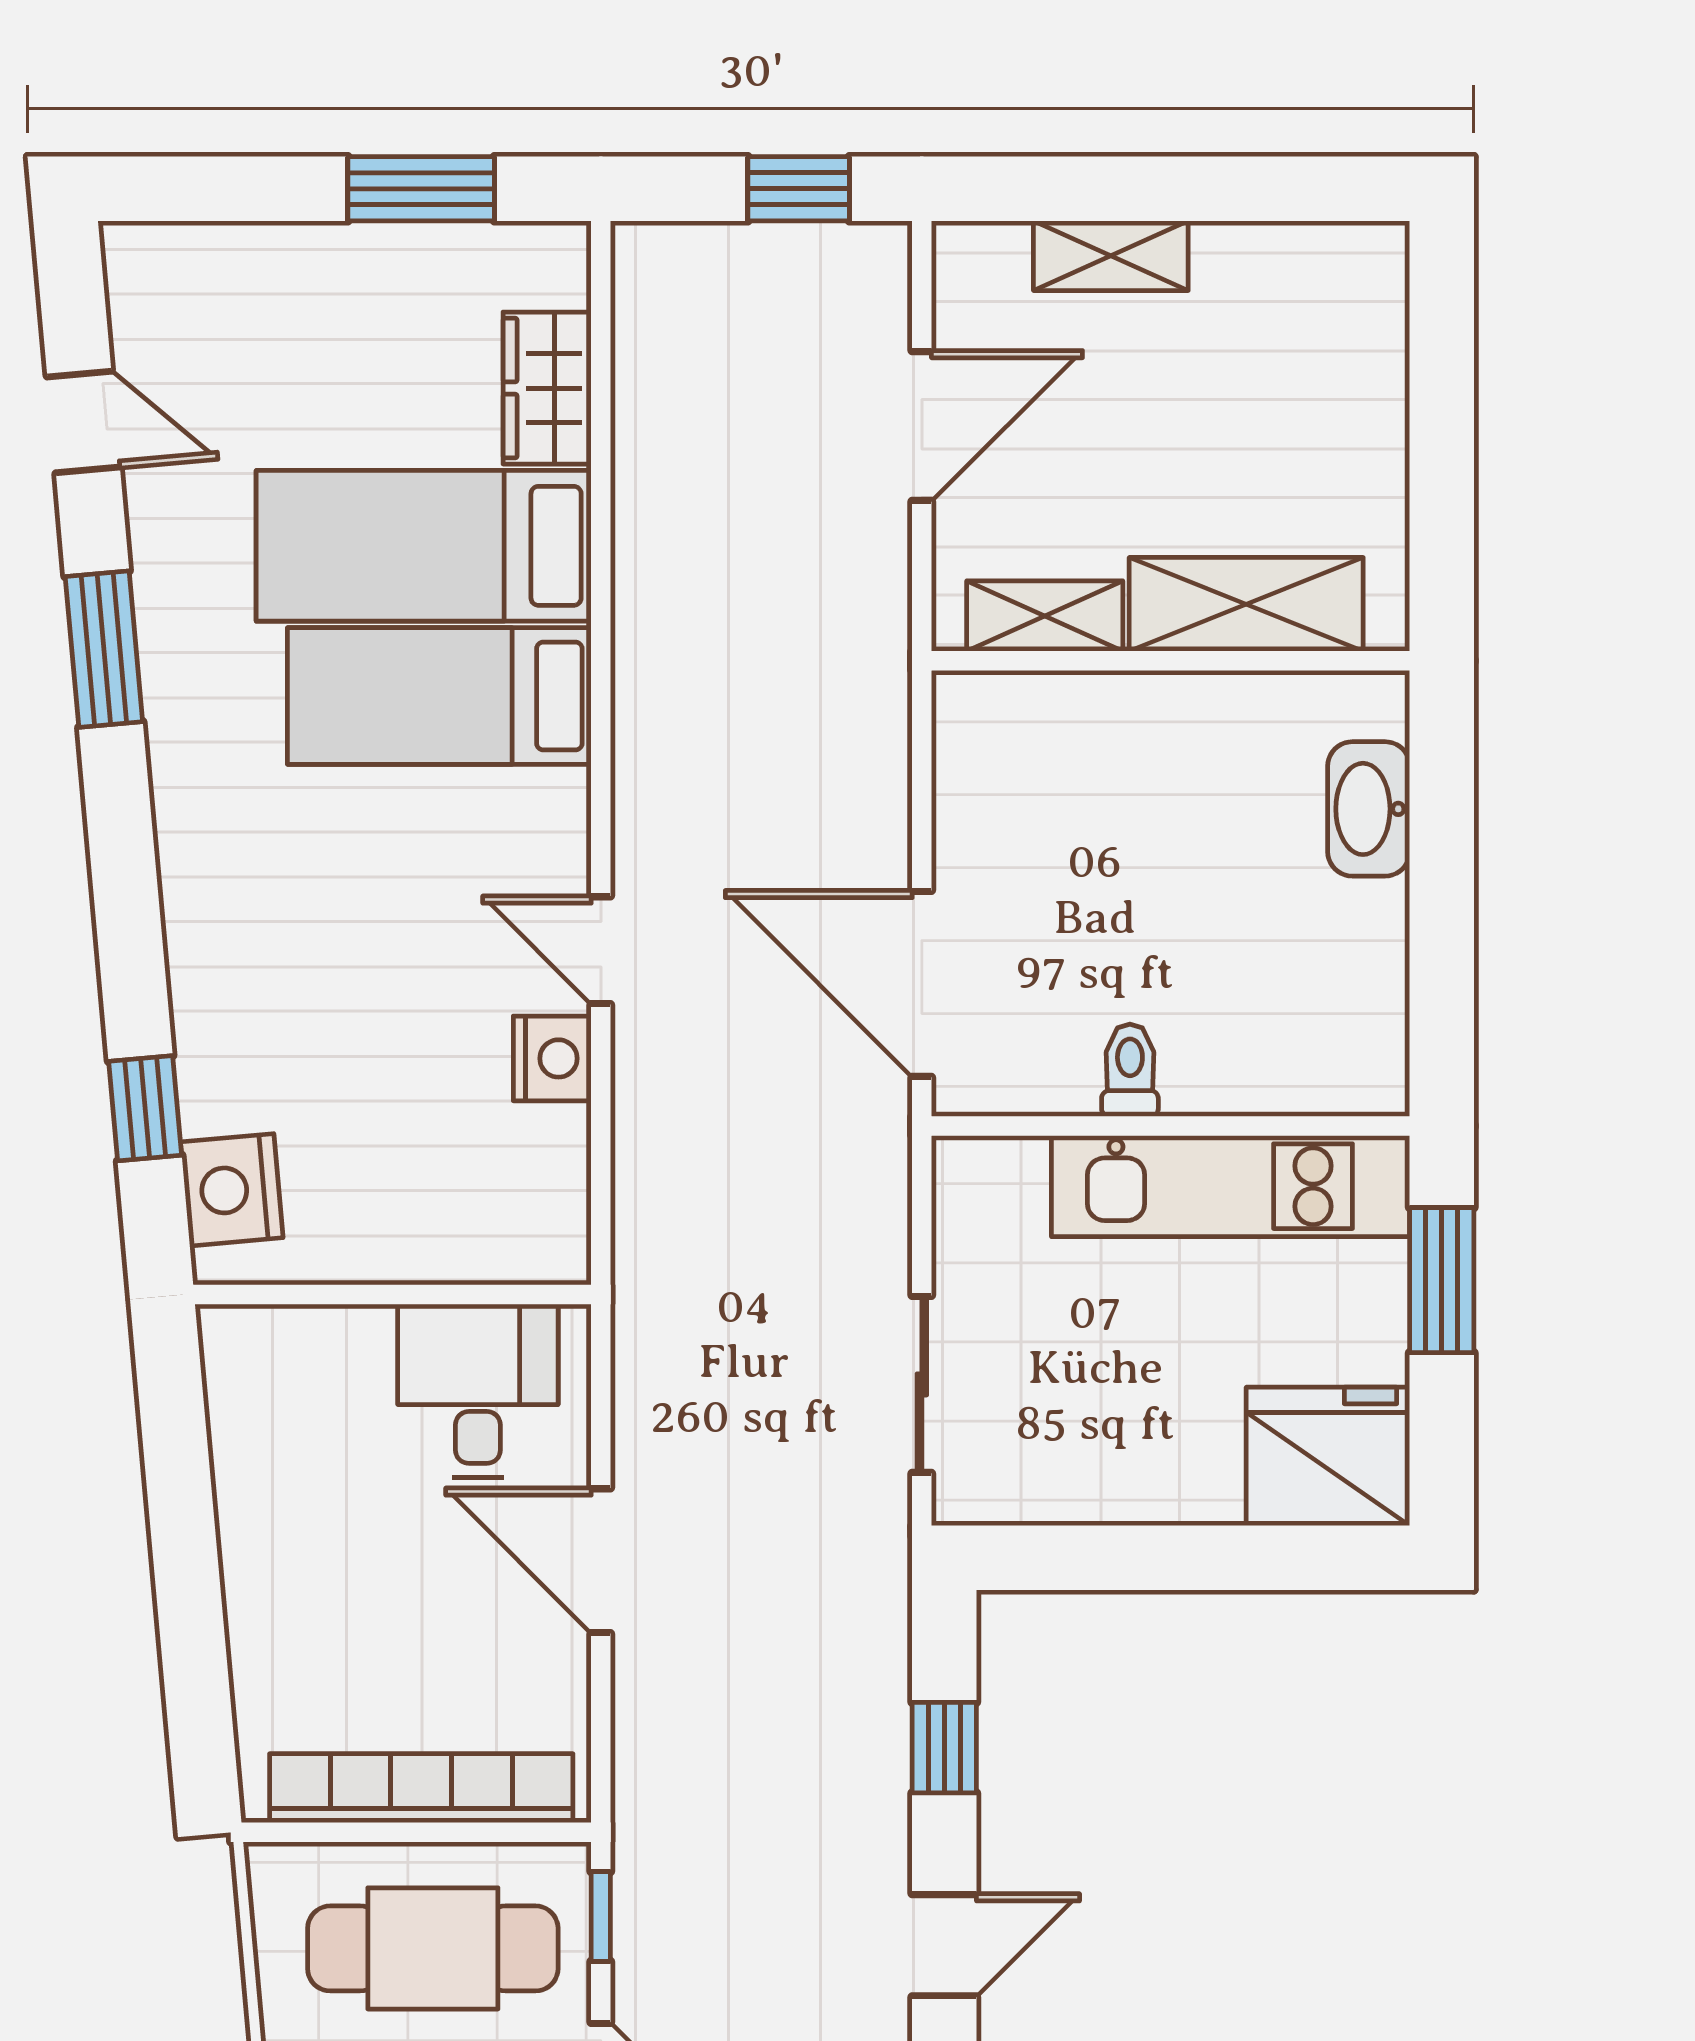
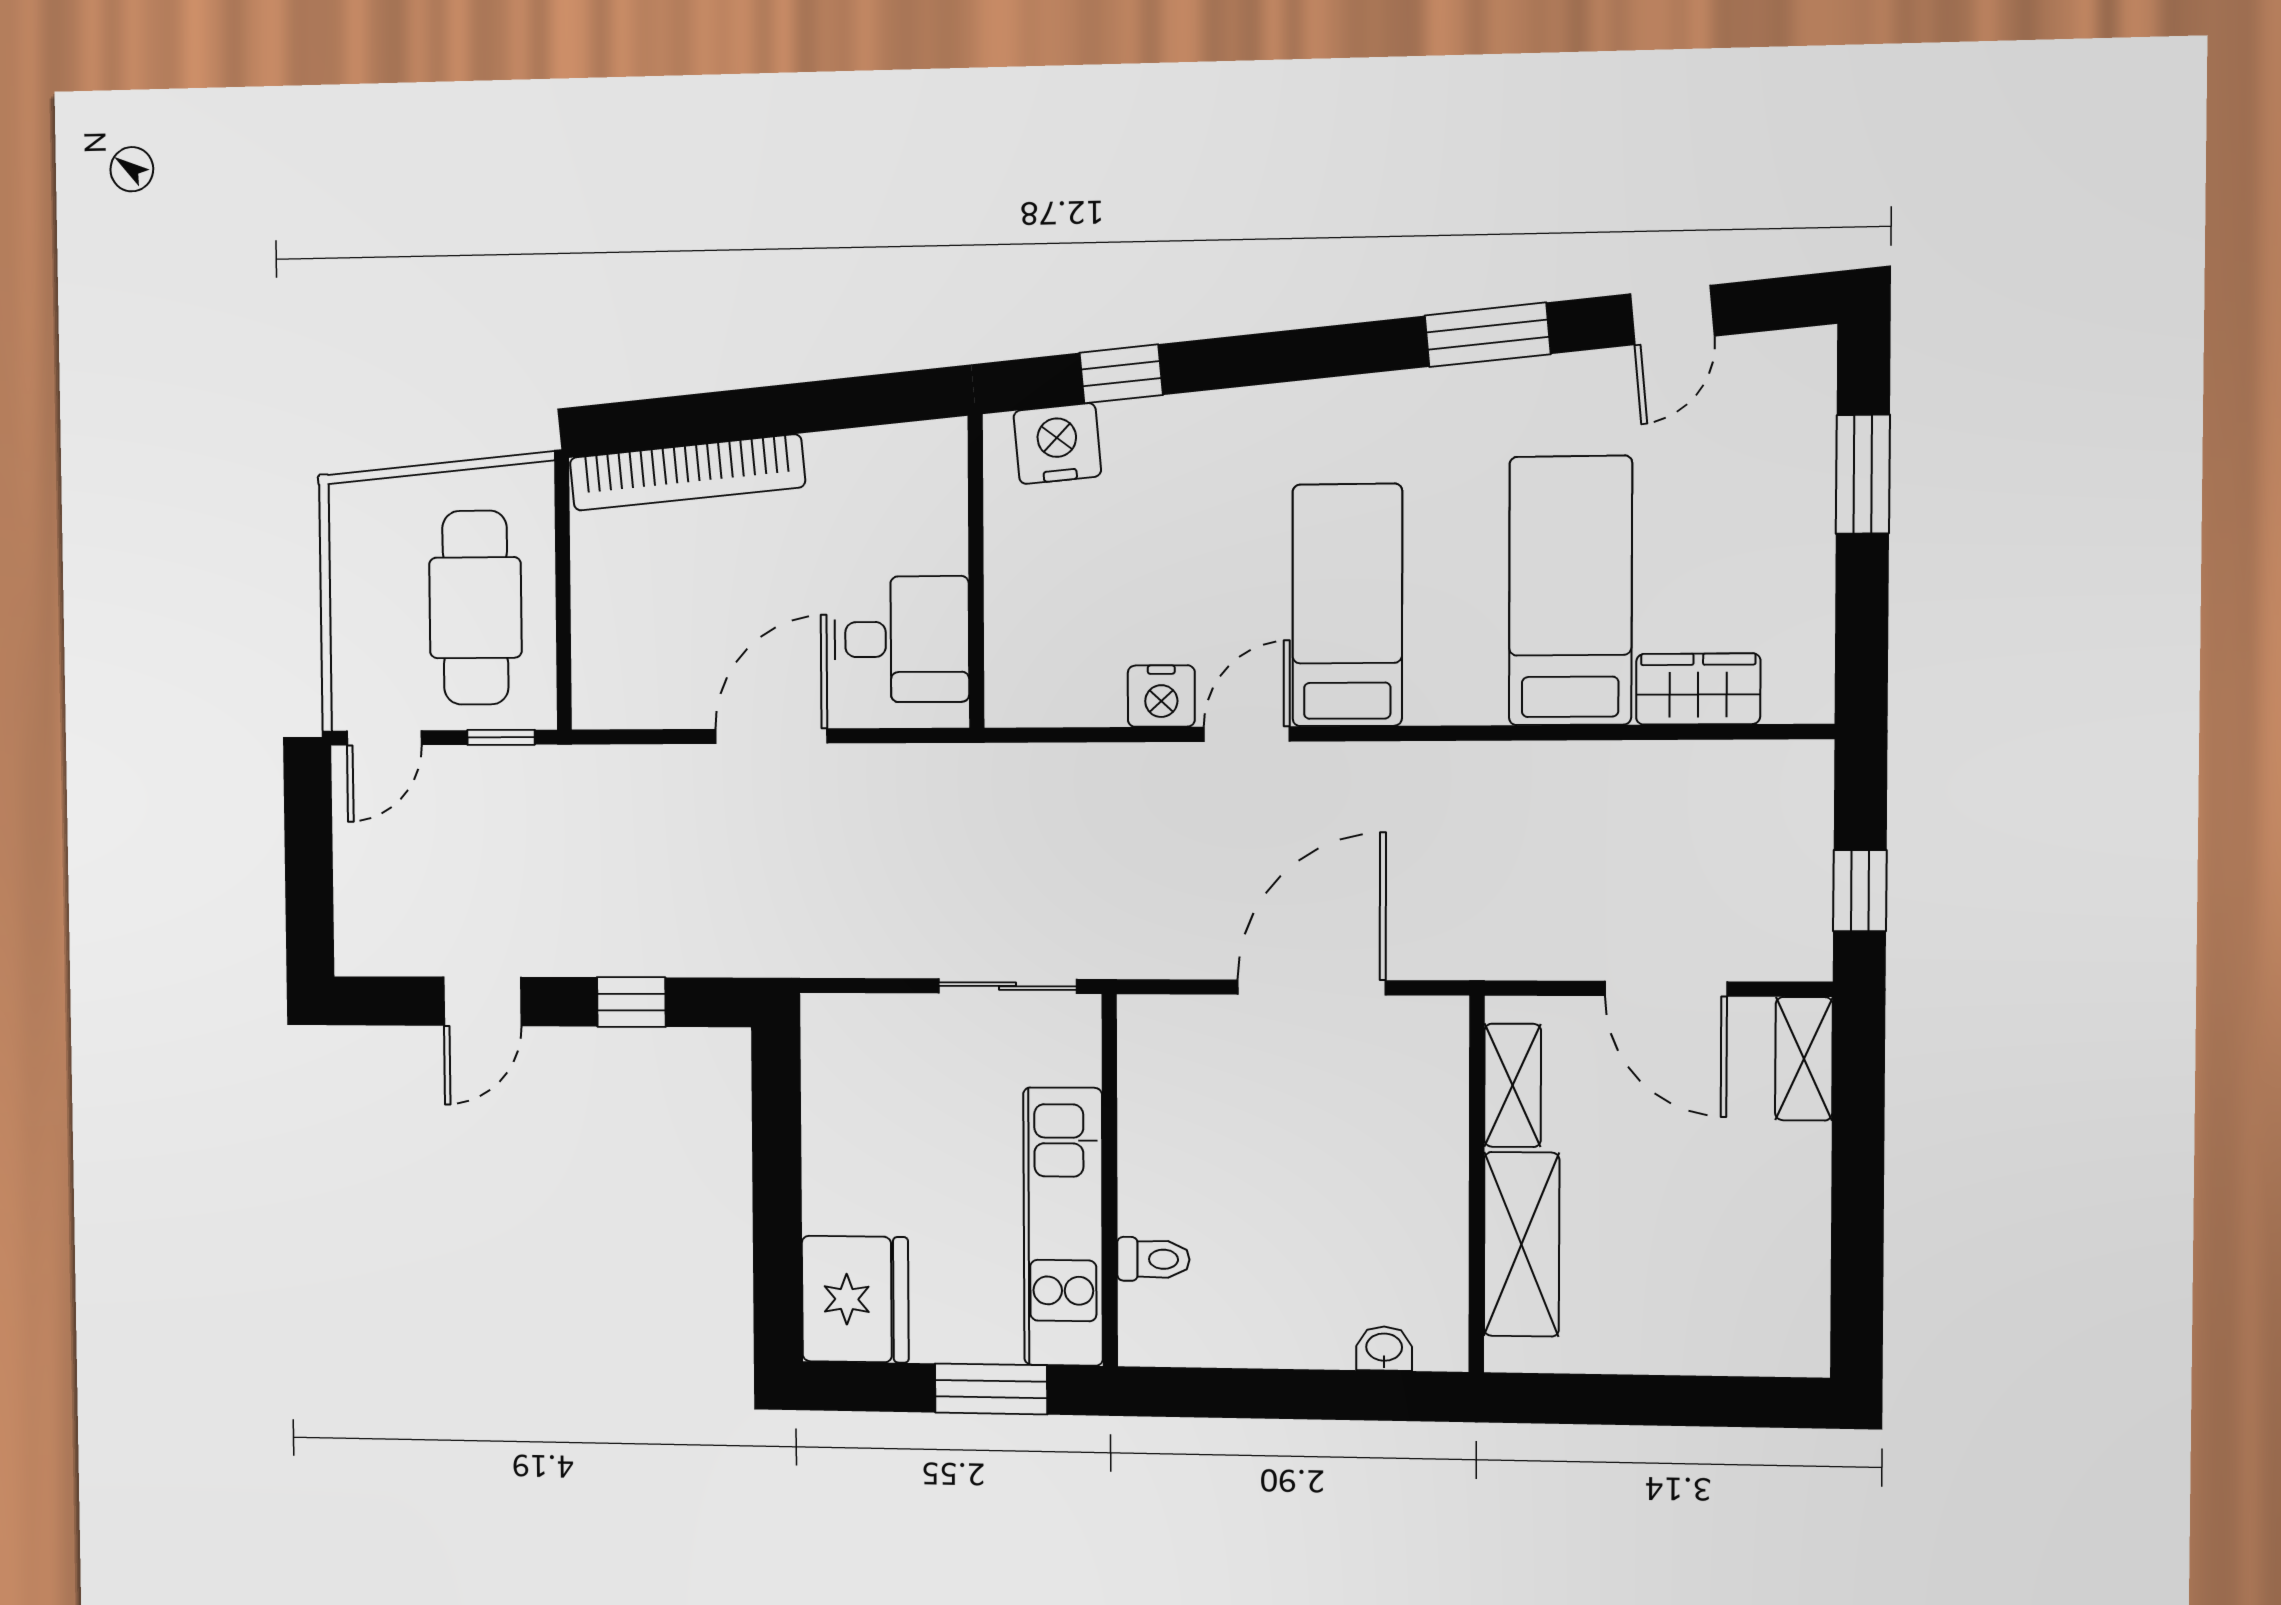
window: (421, 189) -> (1863, 474), moved
shelving: (1111, 256) -> (1804, 1059), moved
bed: (439, 696) -> (1347, 605), moved
washbasin: (1369, 809) -> (1384, 1348), width x0.52, depth x0.69
door: (922, 984) -> (1312, 987), moved
toilet: (1130, 1070) -> (1153, 1259), moved
sliding door: (922, 1384) -> (1007, 986), moved
bookcase: (421, 1788) -> (687, 472), moved, turned 85
door: (944, 1945) -> (482, 1001), hinge flipped

